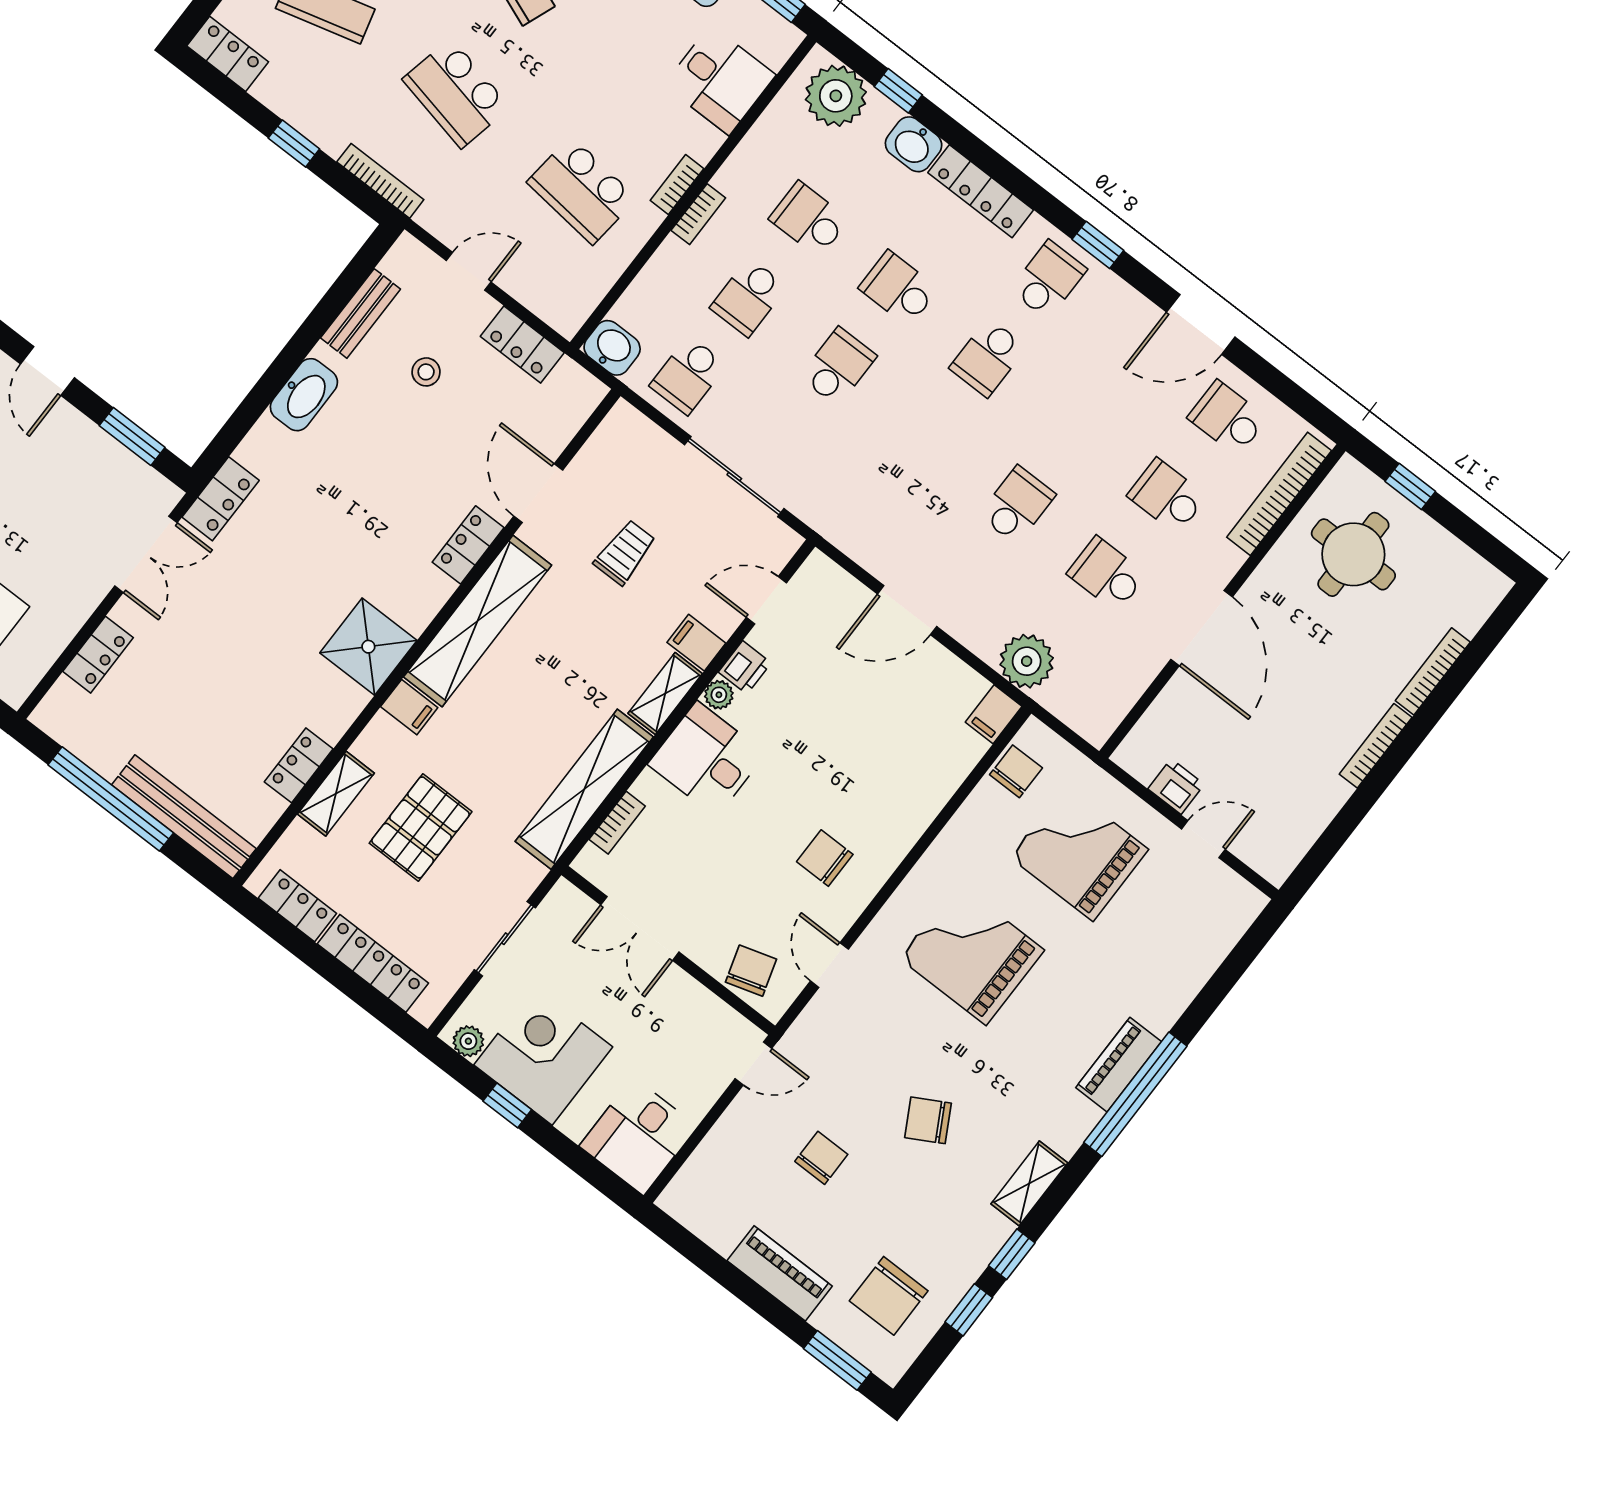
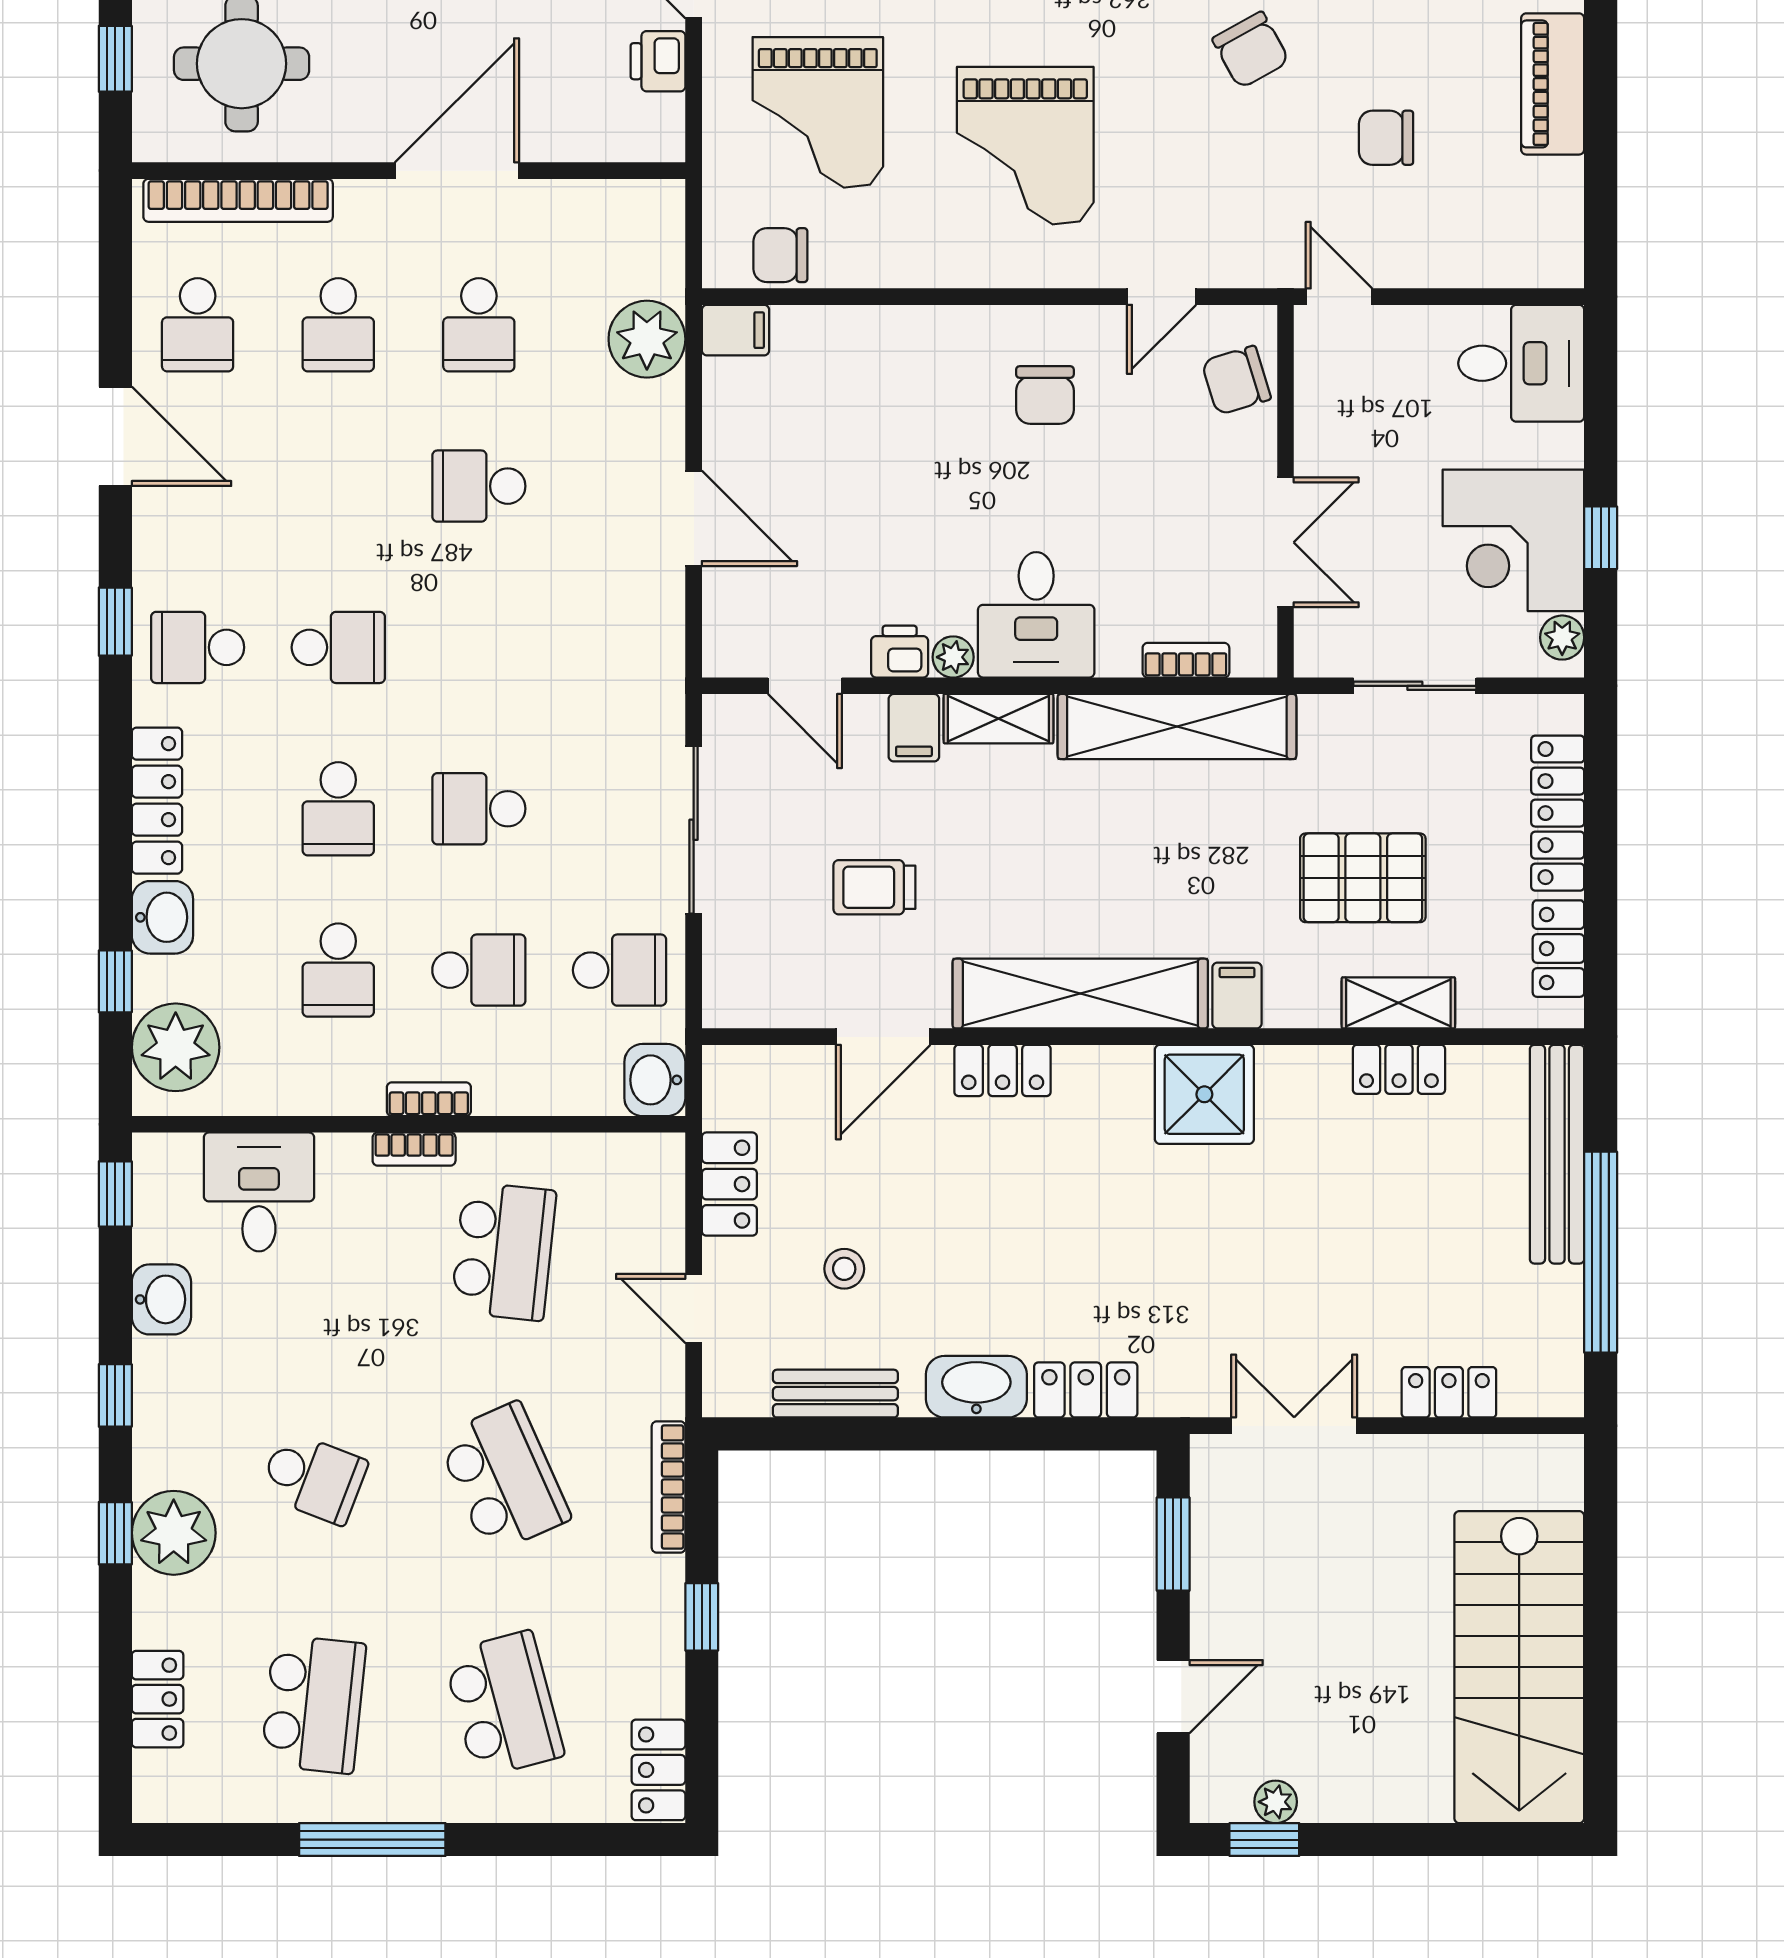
school desk: (456, 93) -> (504, 1478), turned -36
locker: (221, 499) -> (1086, 1390), moved

